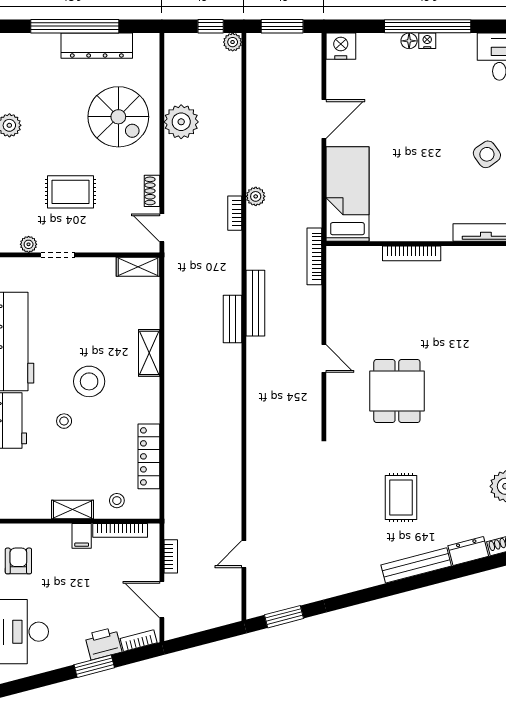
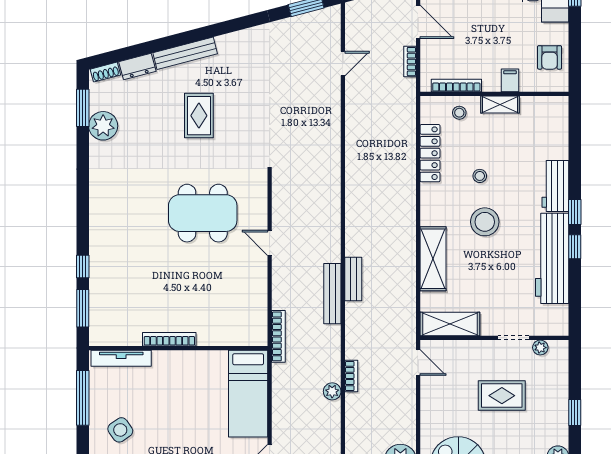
shoe rack: (152, 191) -> (427, 396), removed
bookcase: (412, 253) -> (169, 339), moved
shelving: (138, 267) -> (450, 324), width x1.50, depth x1.33
shelving: (149, 353) -> (433, 259), width x1.50, depth x1.33
dining table: (397, 391) -> (203, 213), width x1.38
stool: (64, 421) -> (480, 176), moved
filing cabinet: (82, 536) -> (510, 80), moved

